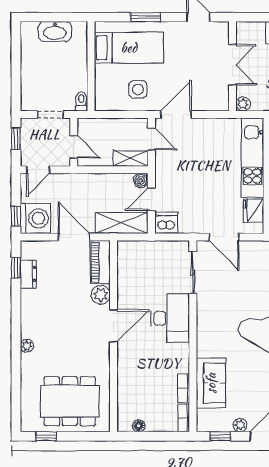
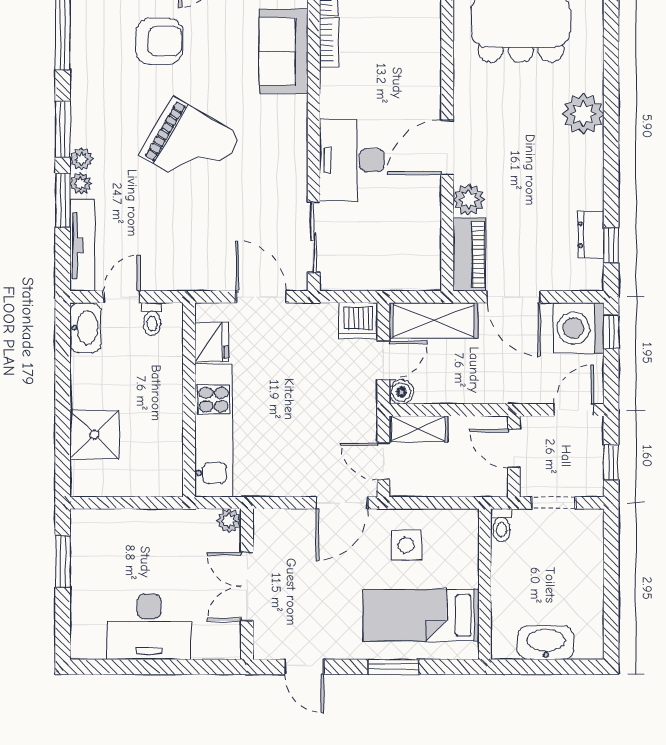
plant: (27, 346) -> (583, 114), width x1.88, depth x1.88

